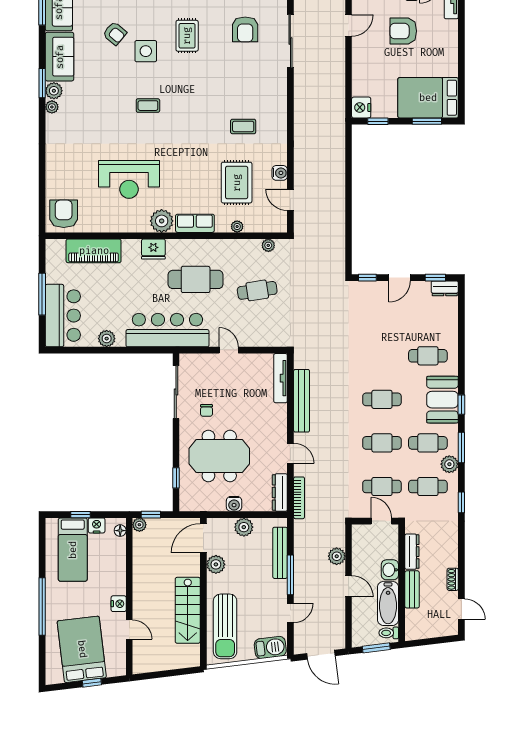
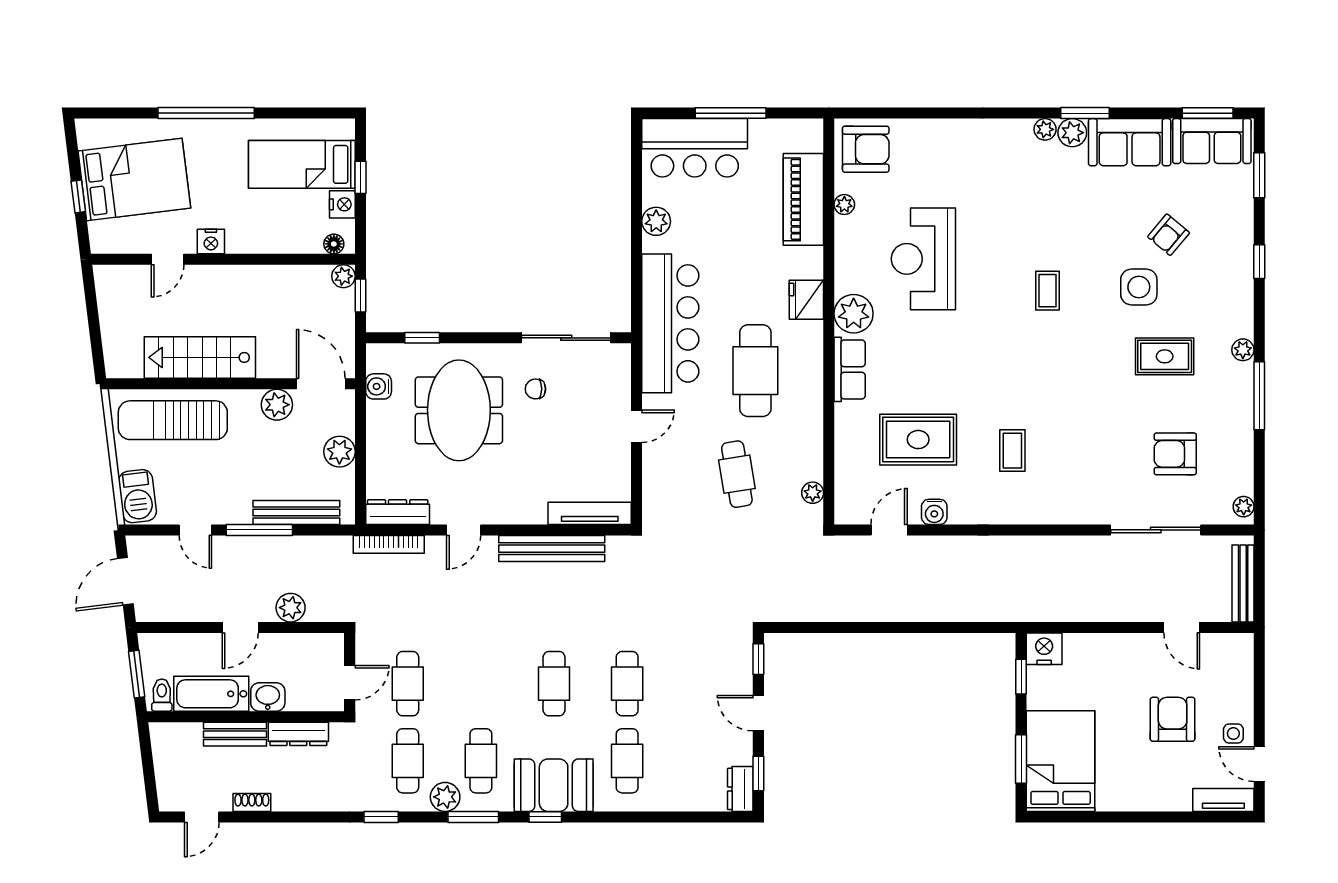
plant: (237, 227) -> (844, 205), moved
cafe table: (382, 443) -> (627, 684), moved
water cooler: (234, 504) -> (379, 386), moved

